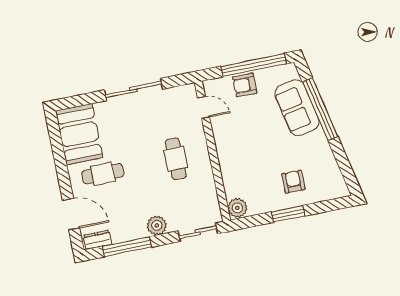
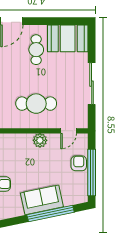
sofa: (297, 108) -> (42, 200), moved
plant: (224, 144) -> (40, 140), added
cafe table: (176, 159) -> (36, 104), width x1.37, depth x1.35

